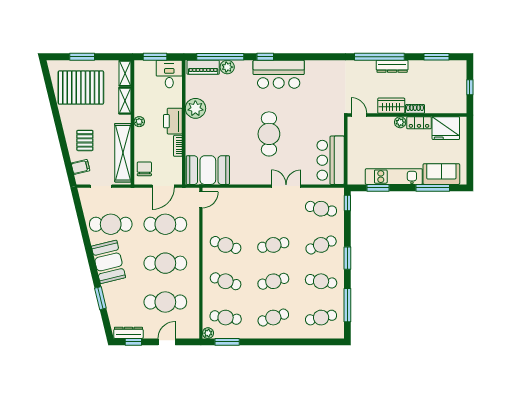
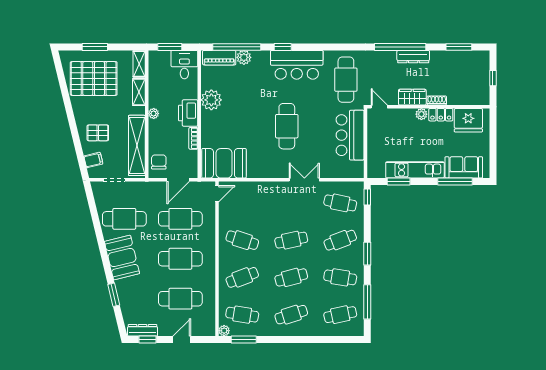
cafe table: (327, 89) -> (346, 80), added
pallet: (85, 140) -> (98, 133), turned 90
bar counter: (331, 160) -> (350, 135), moved
cafe table: (226, 281) -> (242, 277), turned -39

